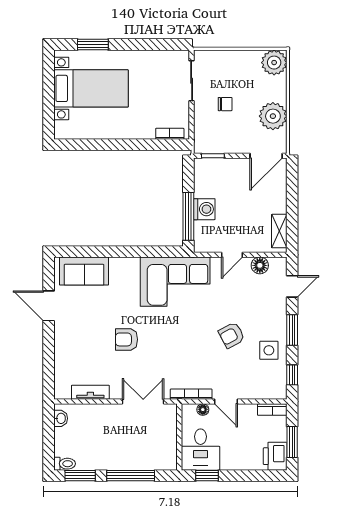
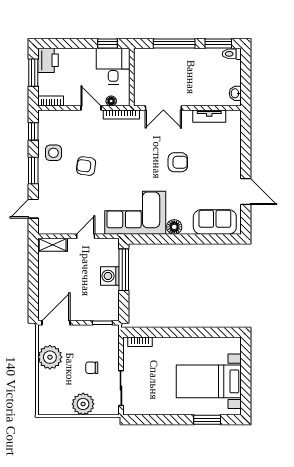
plant: (274, 63) -> (83, 404), moved
shelving: (279, 231) -> (53, 245), moved, turned 90
floor lamp: (260, 265) -> (174, 227), moved
armchair: (232, 335) -> (86, 166), turned -144

